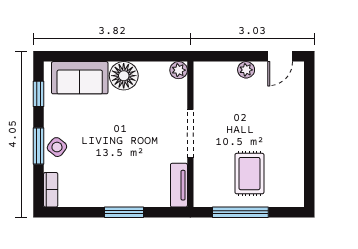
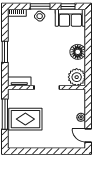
plant: (179, 70) -> (77, 77), width x1.87, depth x1.87
sofa: (80, 78) -> (70, 18), moved, turned -90
rug: (249, 174) -> (25, 119), width x1.36, depth x1.43

